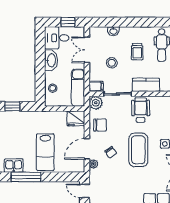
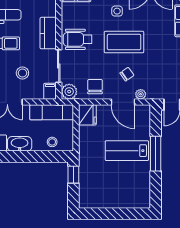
window: (12, 106) -> (73, 175), moved
lab bench: (45, 152) -> (127, 151), turned 180
kitchen sink: (14, 166) -> (142, 187), removed
window: (26, 177) -> (156, 154), moved

